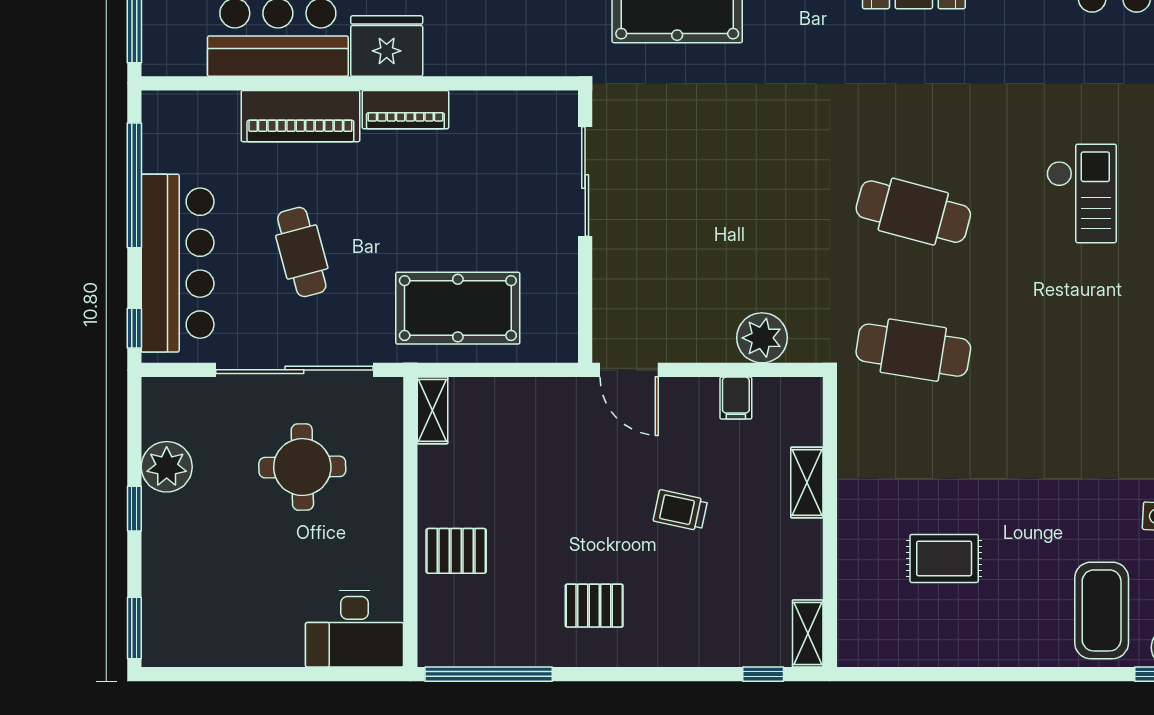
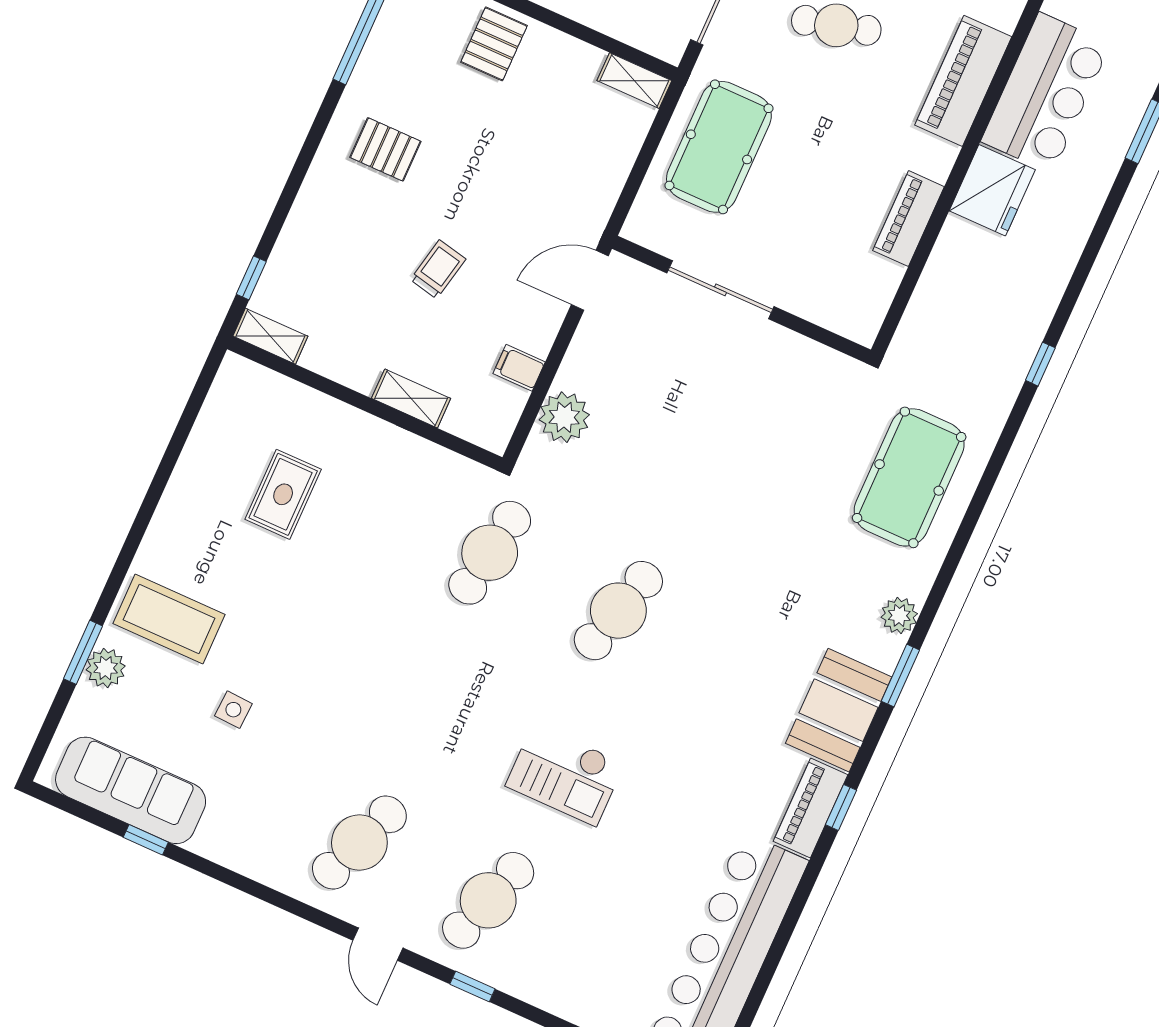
piano: (405, 110) -> (908, 219), moved
sliding door: (585, 182) -> (720, 290), moved
pallet: (594, 606) -> (385, 149), turned 90

